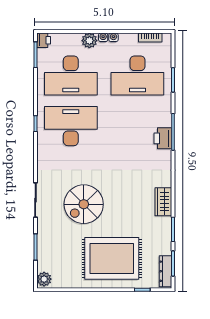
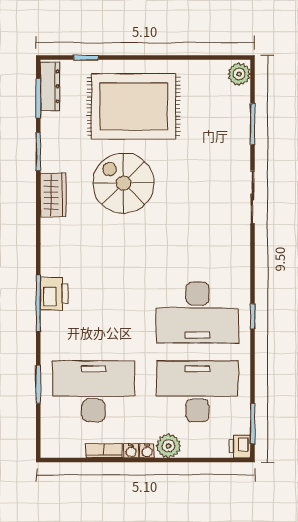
bookcase: (150, 37) -> (104, 451), moved
spiral stairs: (84, 204) -> (123, 183), moved, turned -90

